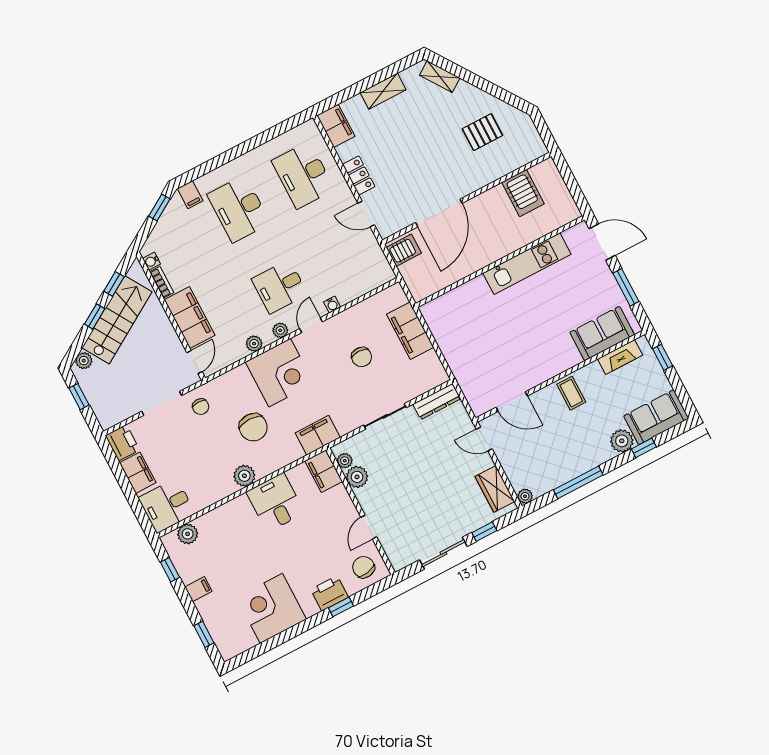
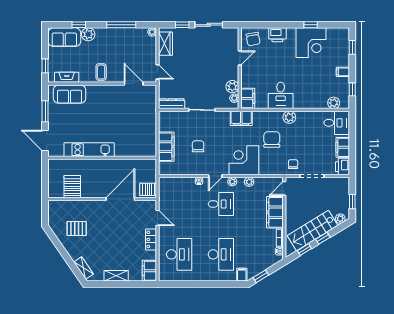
window: (341, 607) -> (311, 25), moved

